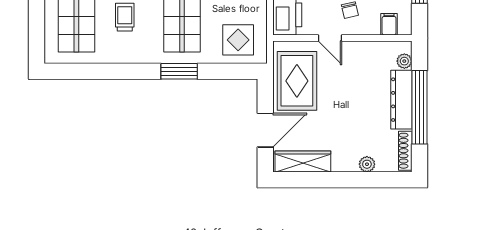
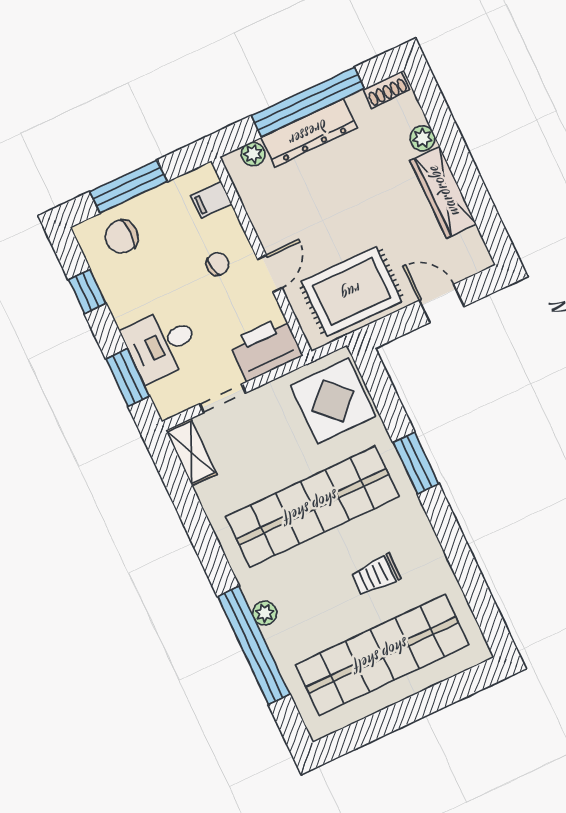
display table: (238, 40) -> (333, 401), width x1.36, depth x1.36
door: (265, 130) -> (442, 303), width x0.73
shoe rack: (405, 151) -> (386, 90), width x0.70
wardrobe: (303, 162) -> (443, 192), moved

